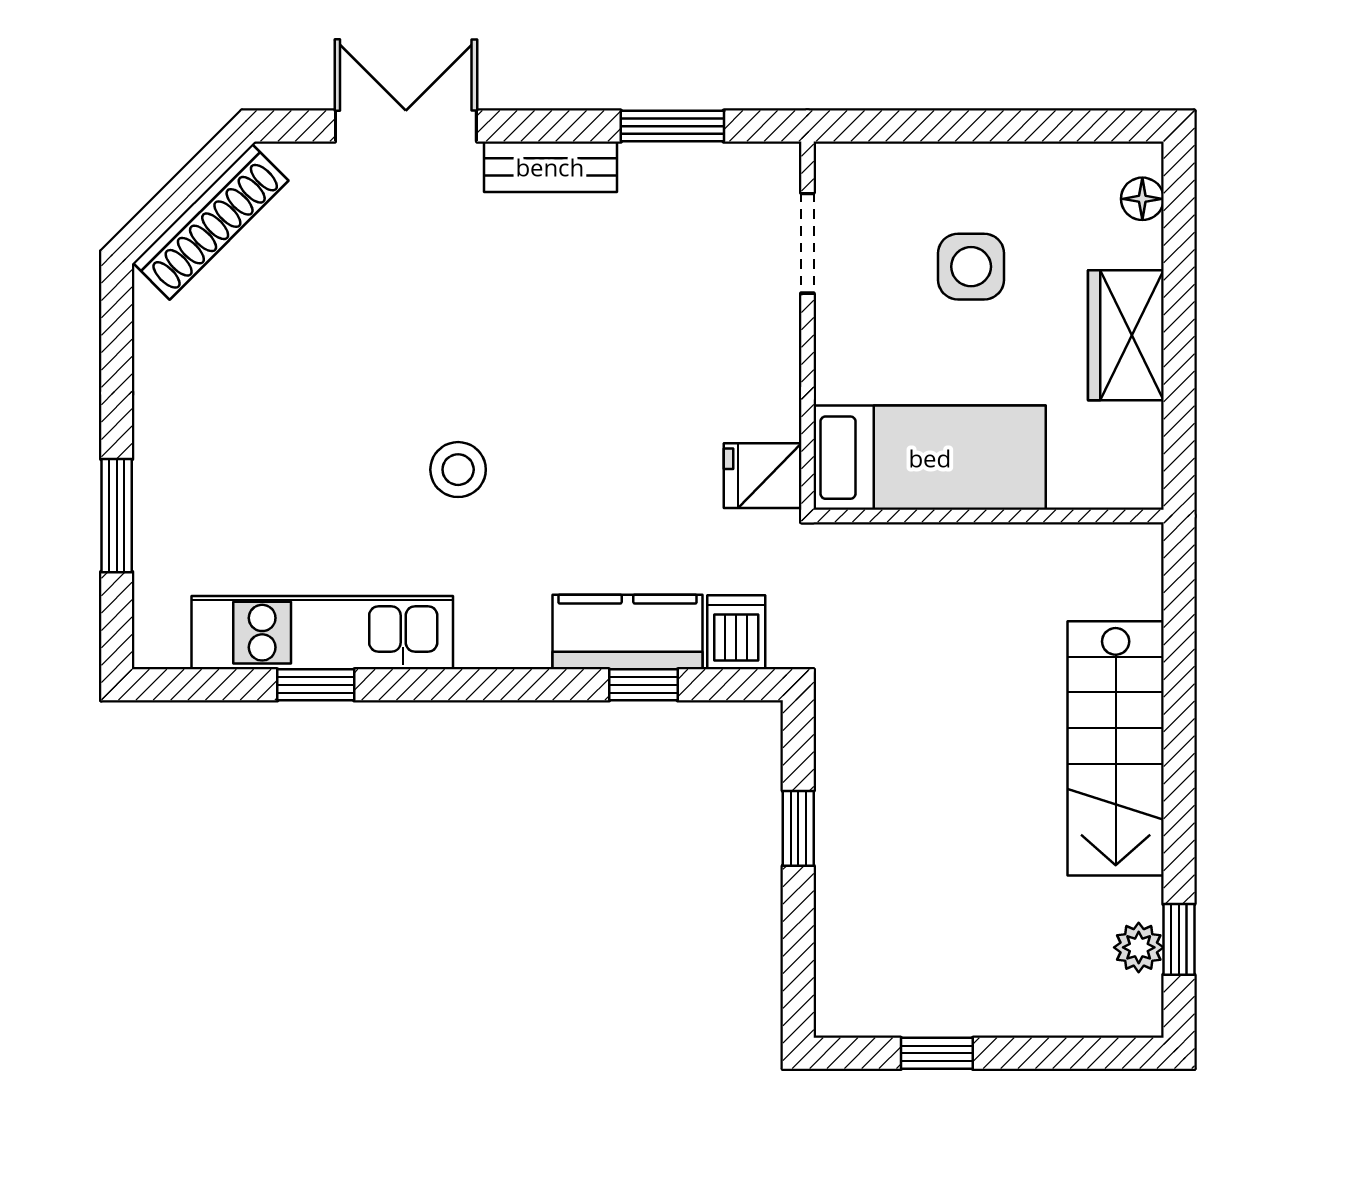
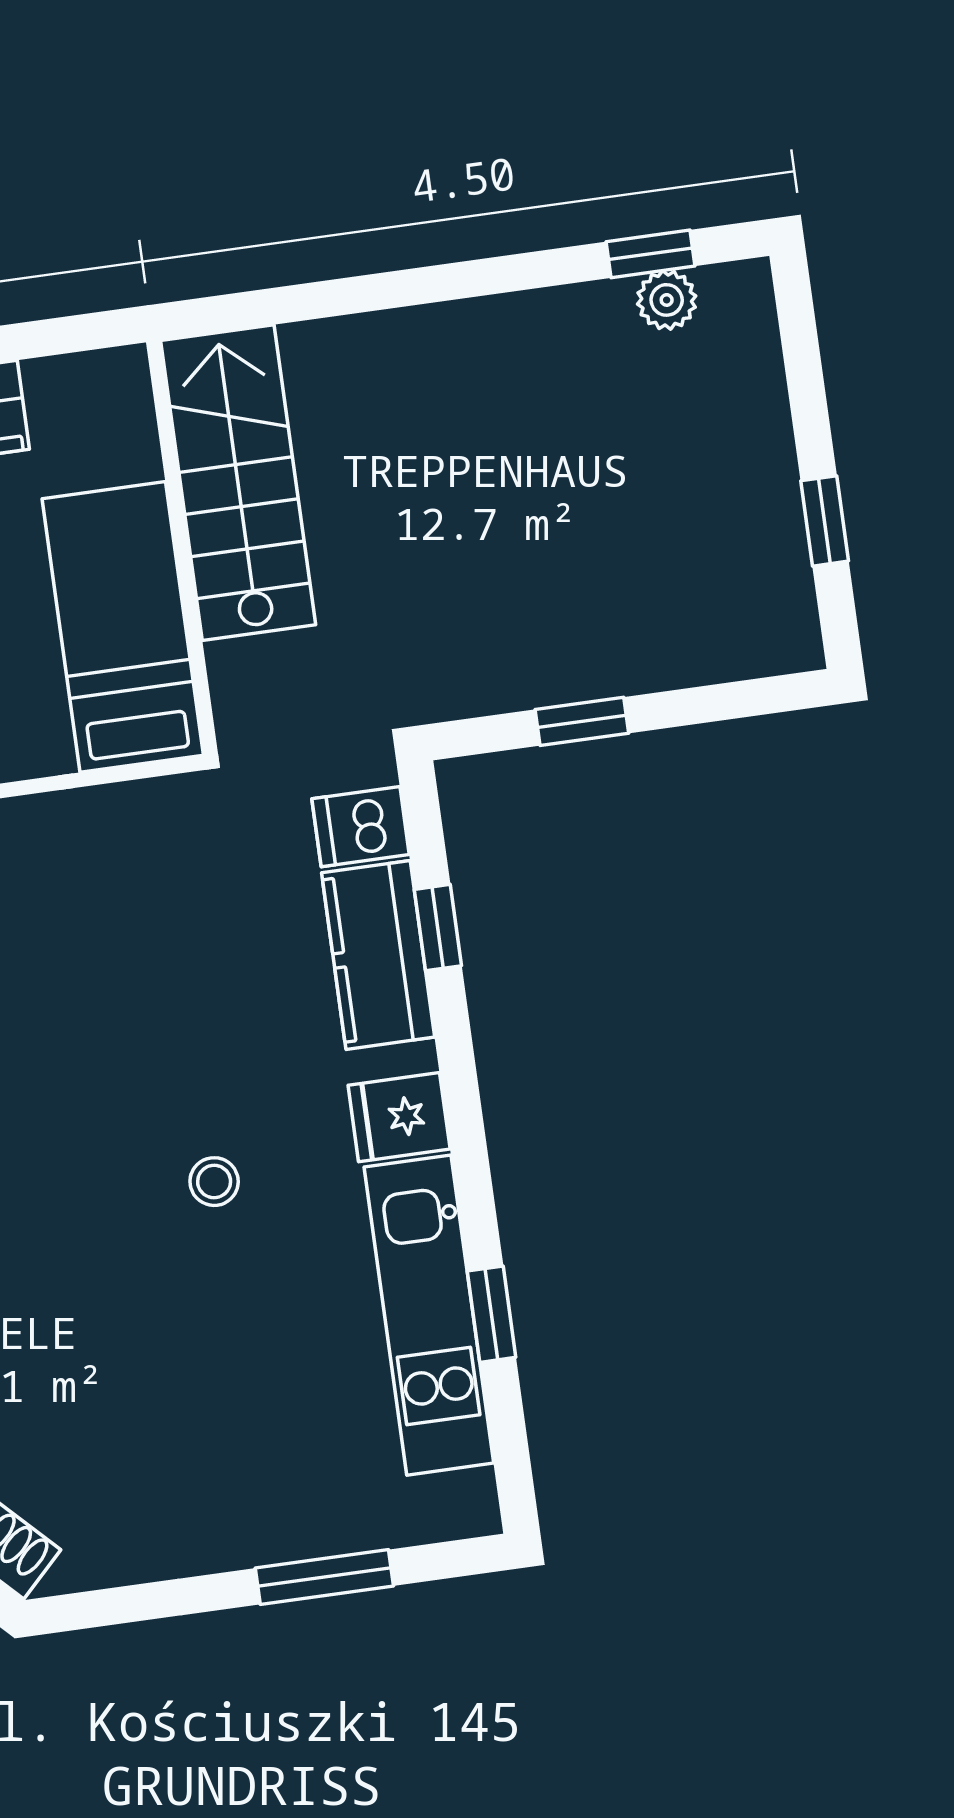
stool: (458, 470) -> (214, 1182), width x0.73, depth x0.73
fridge: (763, 476) -> (399, 1117), moved, turned 90
stairs: (1116, 748) -> (238, 483), moved, turned -90

